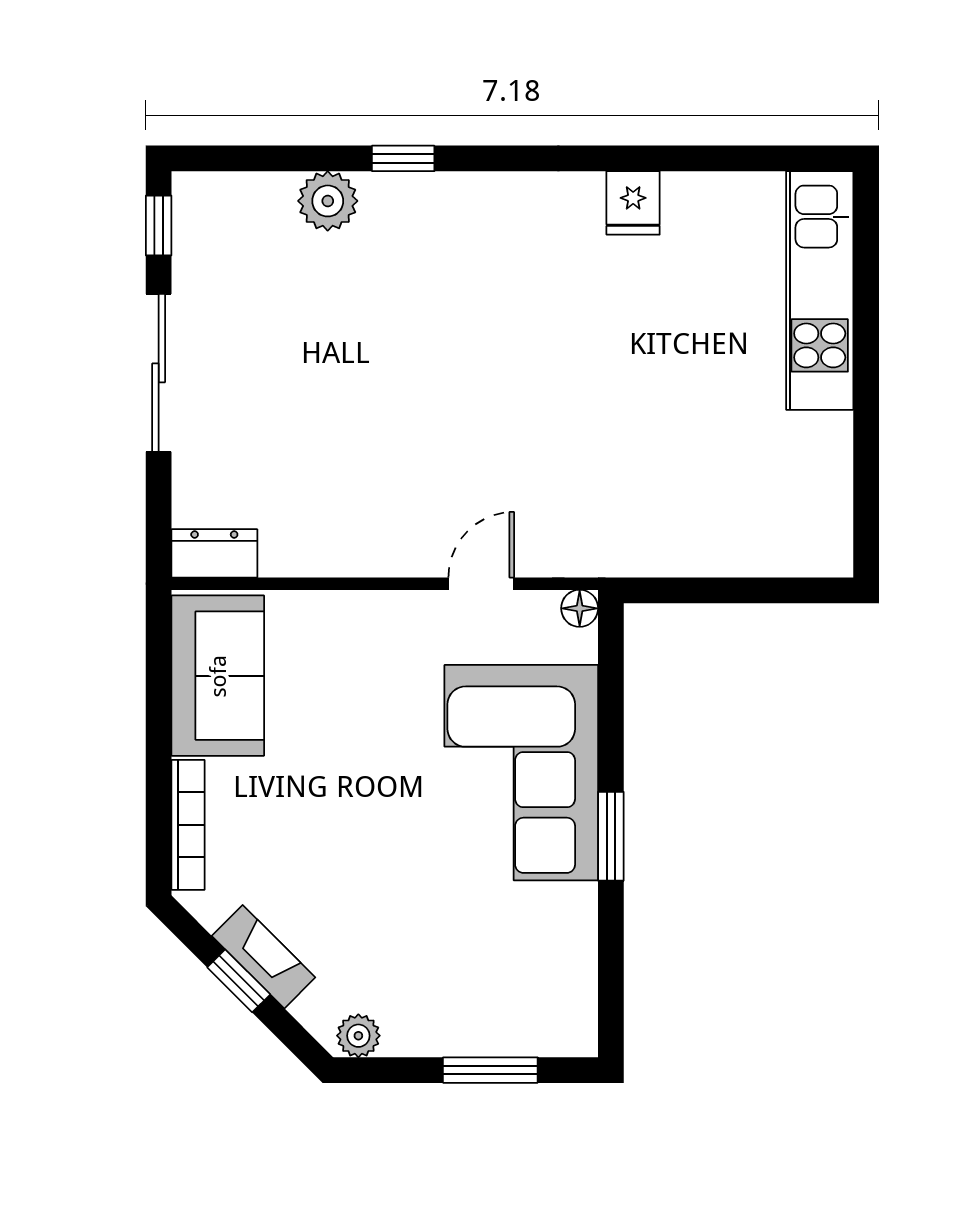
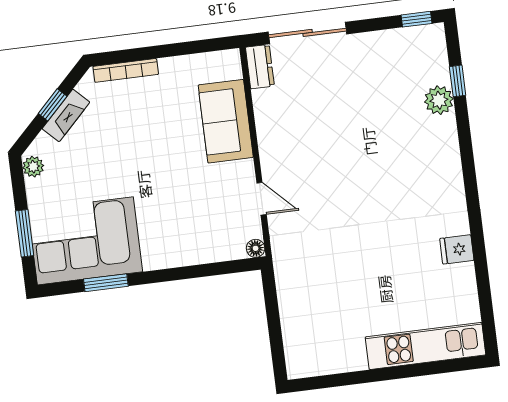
window: (403, 158) -> (458, 81), moved
sliding door: (159, 373) -> (308, 33), moved
sofa: (218, 676) -> (226, 121), moved, turned 90
corner sofa: (521, 773) -> (85, 241), moved
window: (611, 836) -> (106, 283), moved

